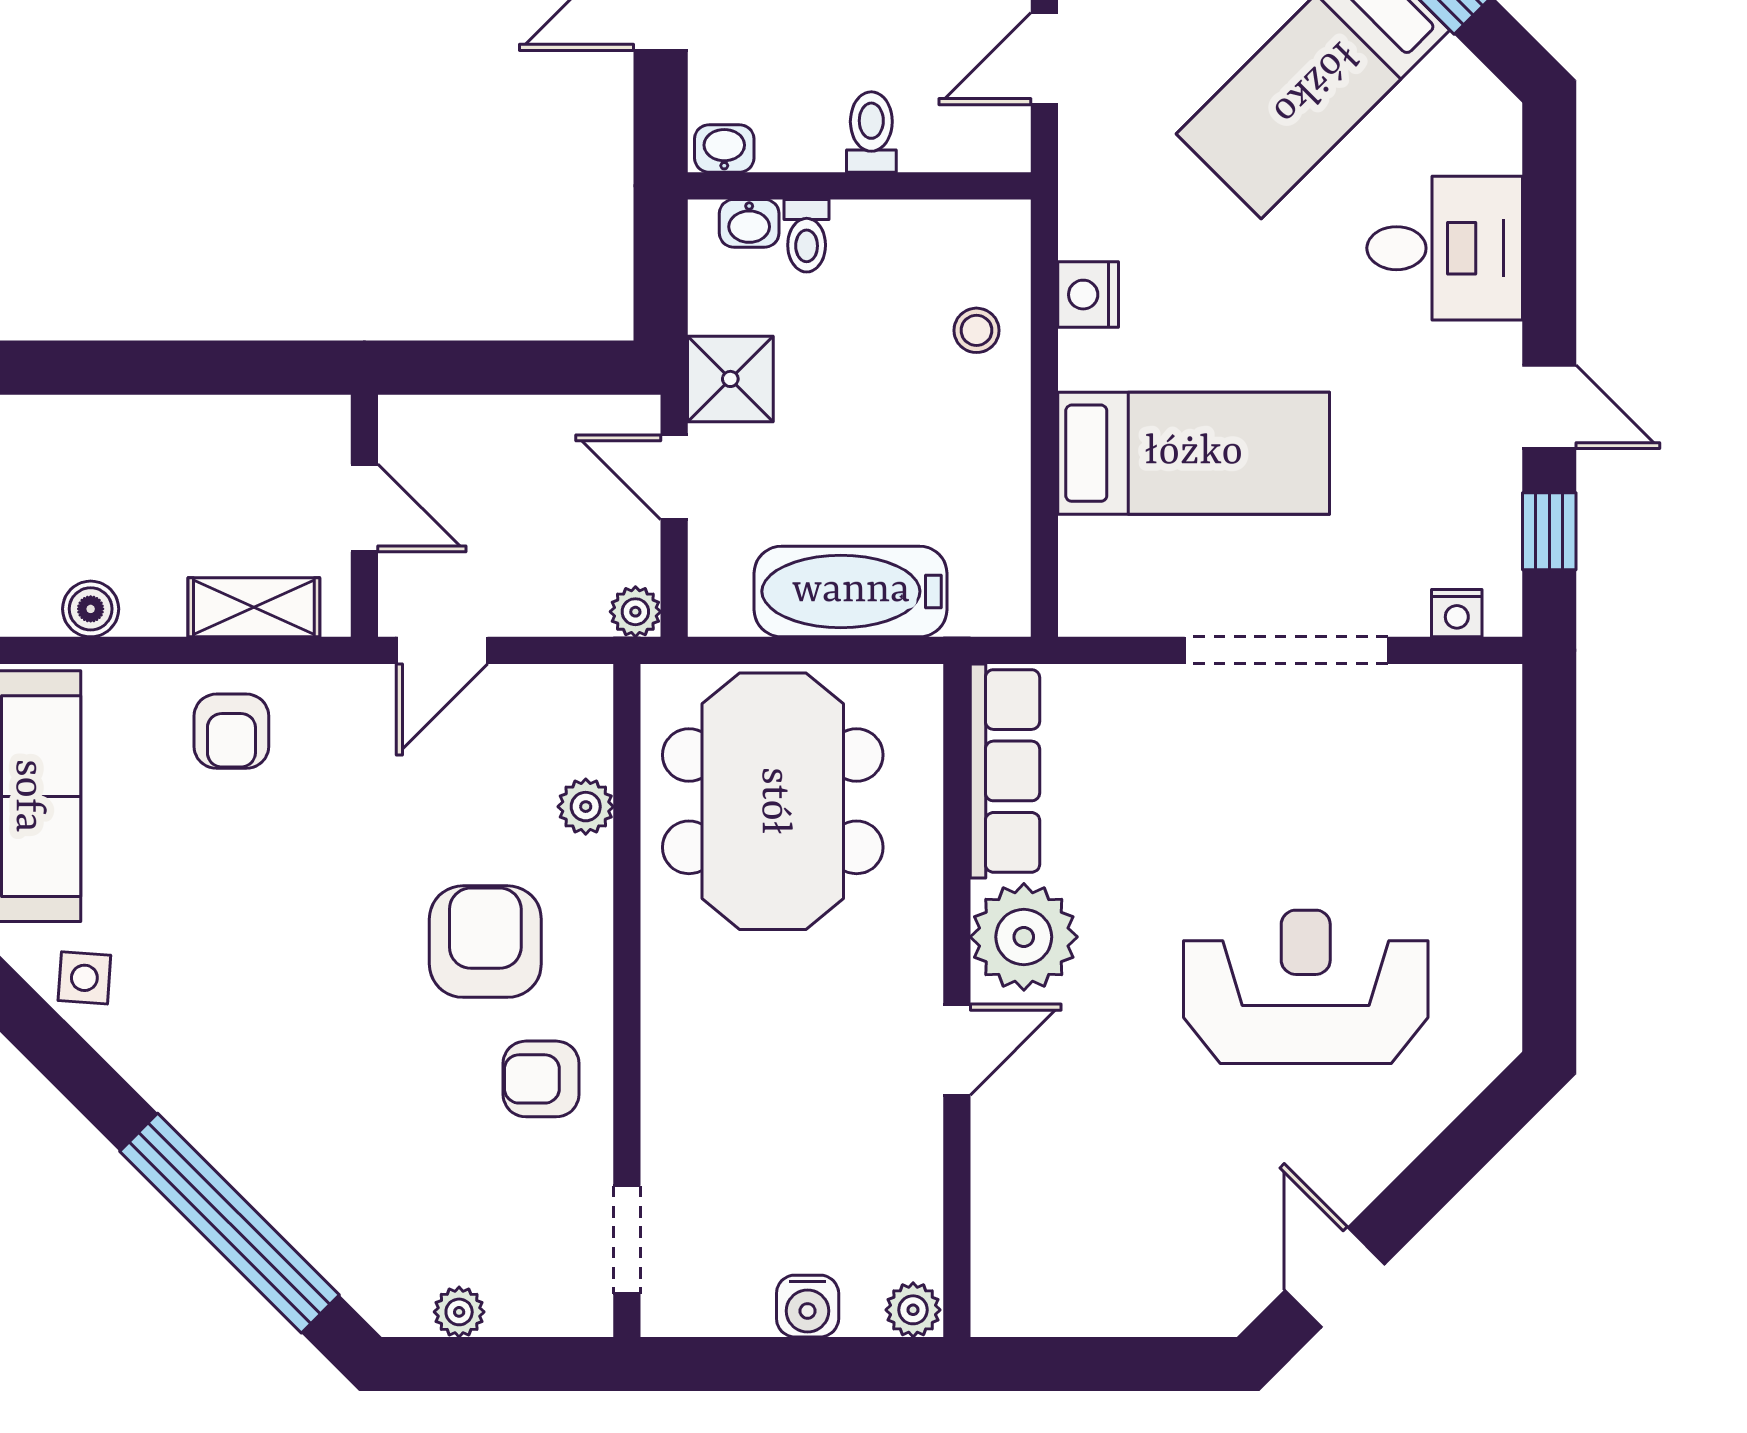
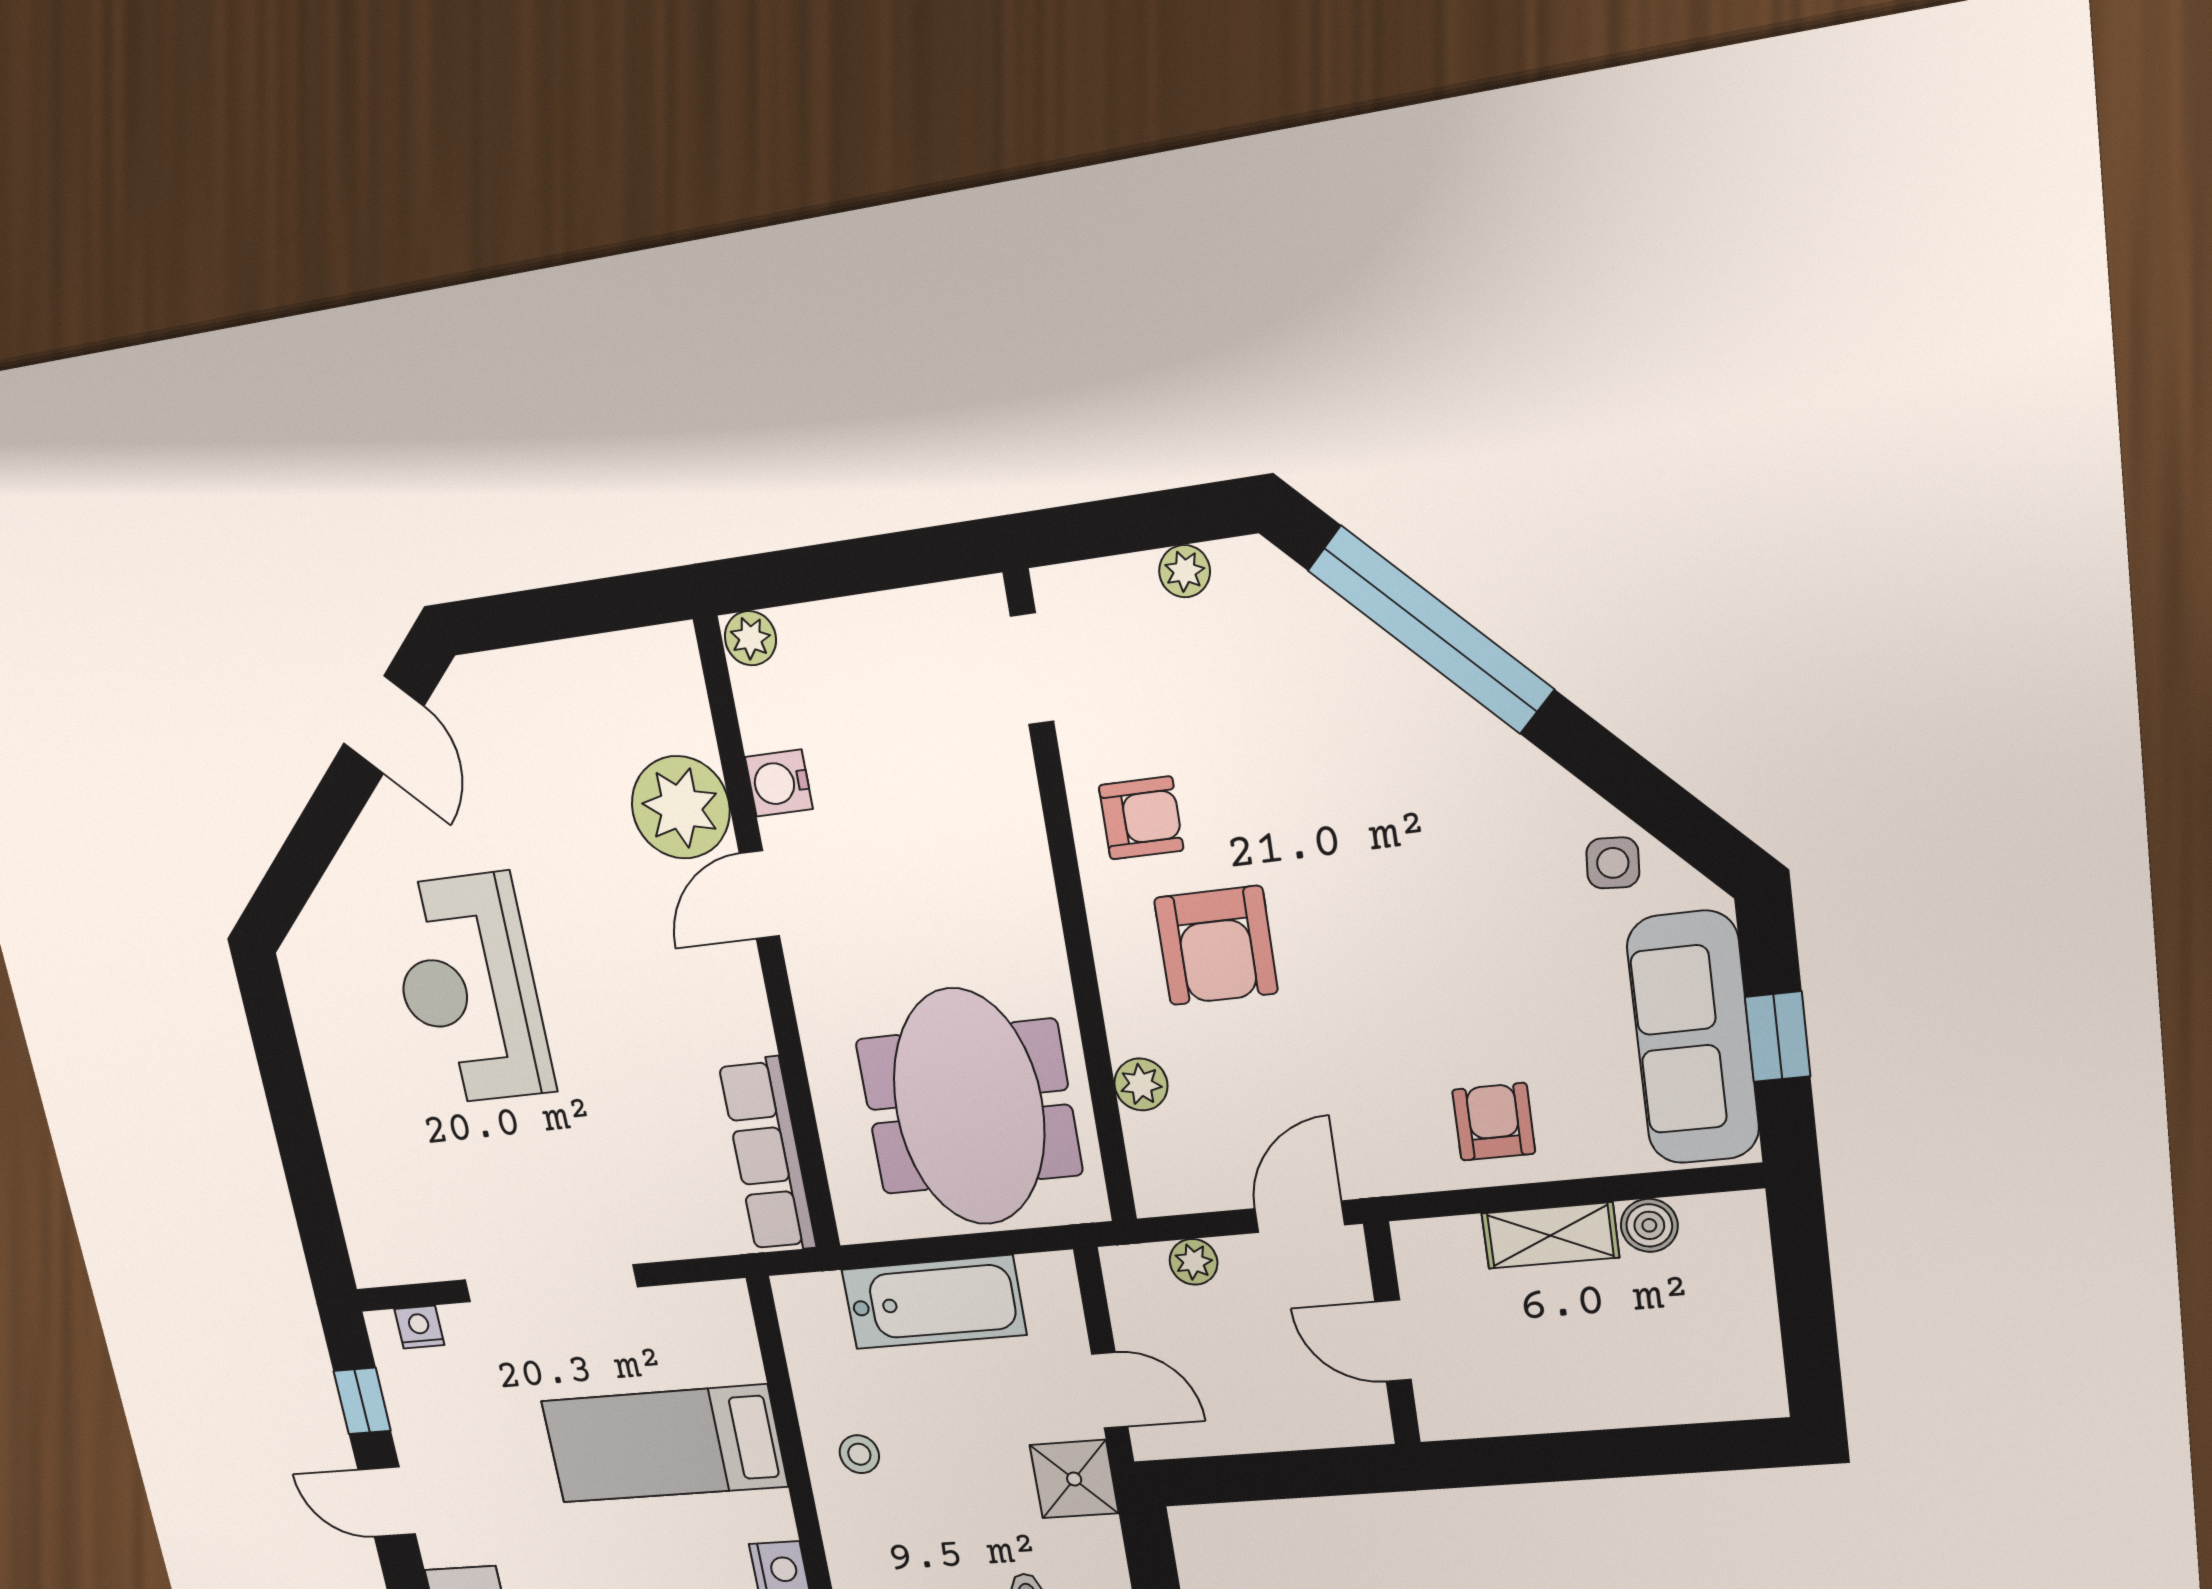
stool: (976, 330) -> (859, 1454), moved
shelving: (254, 607) -> (1550, 1235), moved
plant: (635, 612) -> (1194, 1262), moved
plant: (1024, 937) -> (681, 807), moved
reception desk: (1306, 987) -> (469, 990), turned 90
water cooler: (808, 1306) -> (779, 783), moved, turned -90

